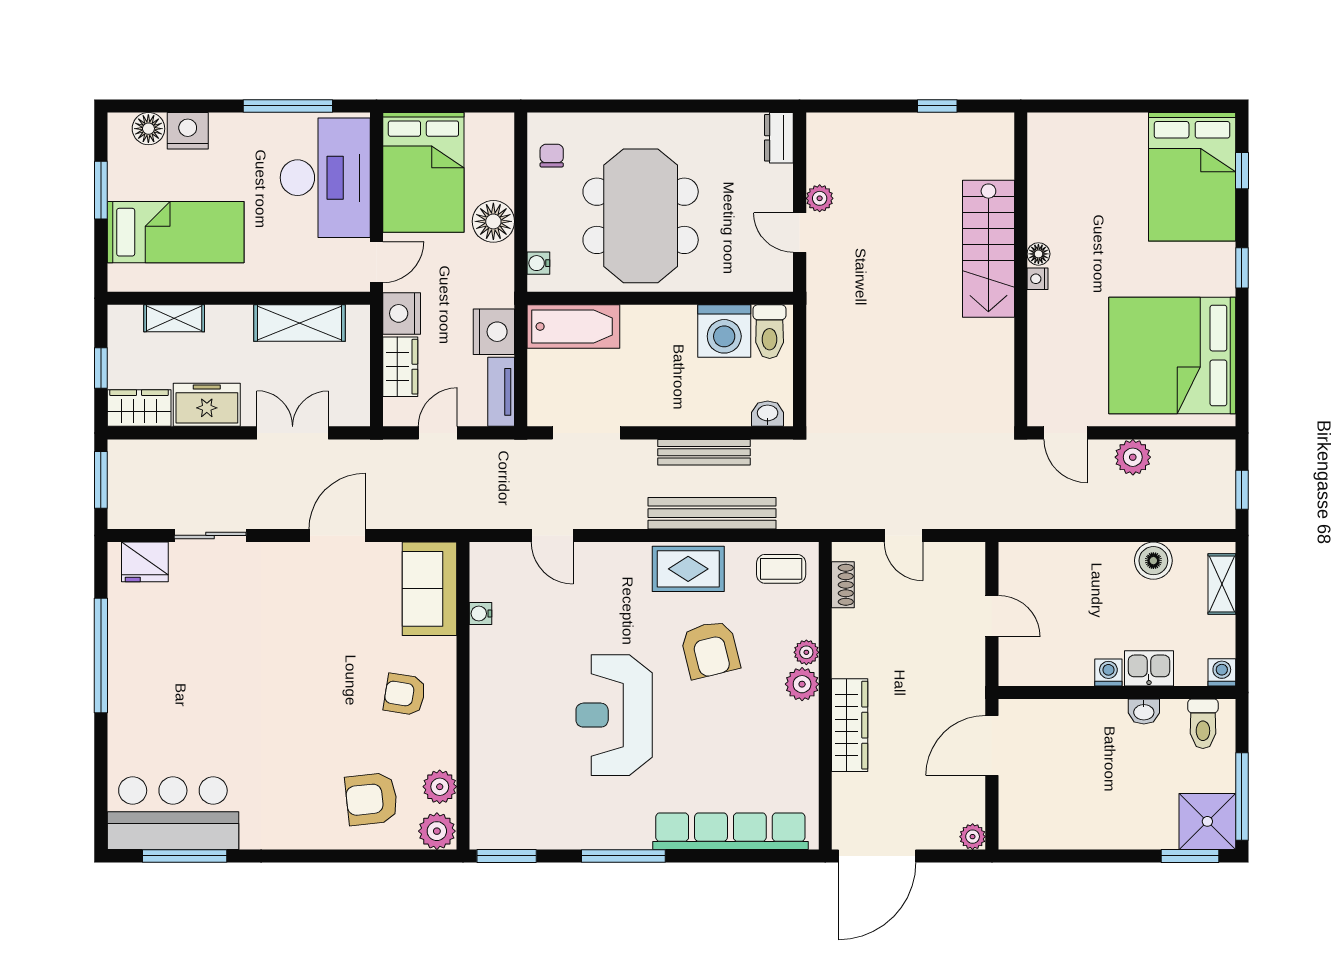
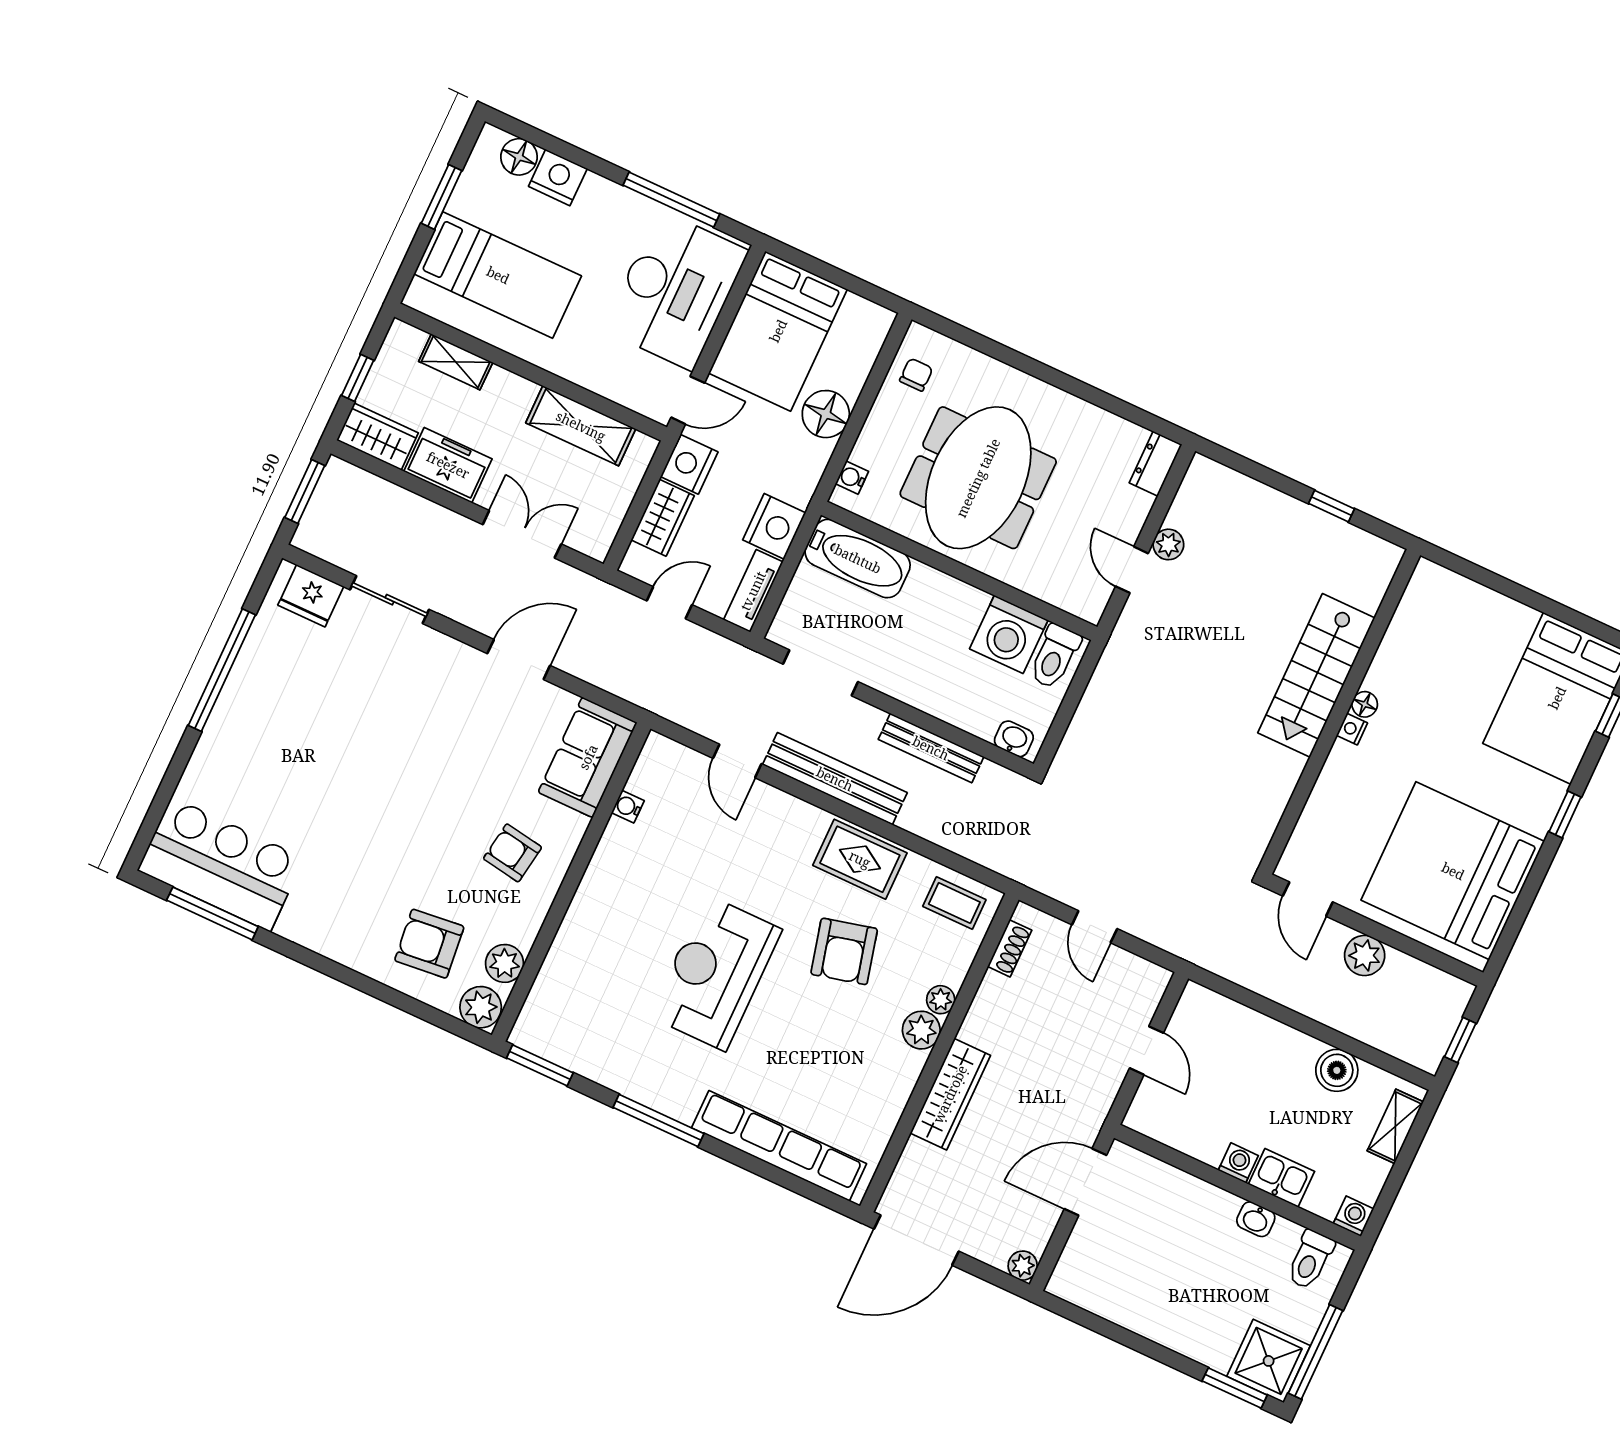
bench: (712, 513) -> (835, 779), moved

